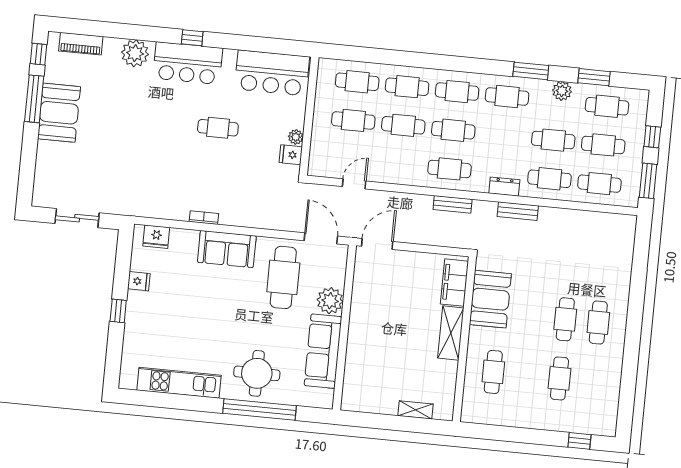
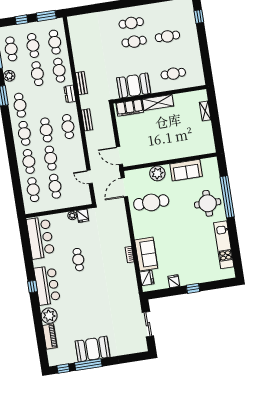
piano: (81, 44) -> (50, 337), moved
sofa: (227, 249) -> (146, 254), moved
sofa: (323, 351) -> (186, 170), width x0.73

